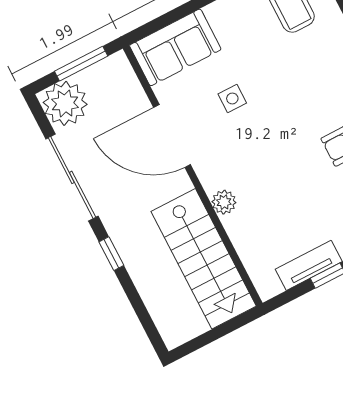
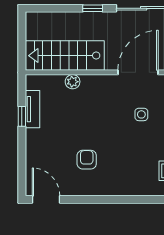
plant: (224, 202) -> (73, 82), moved

